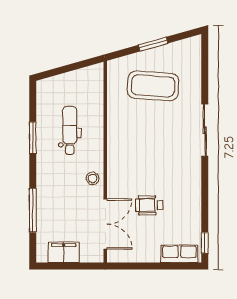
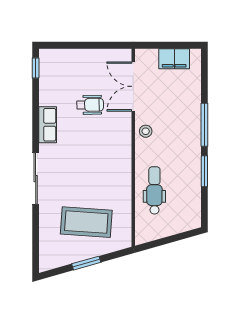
dental chair: (70, 130) -> (154, 190), moved, turned 180
window: (33, 210) -> (204, 125), moved
row of seats: (179, 254) -> (48, 125), moved, turned -90

